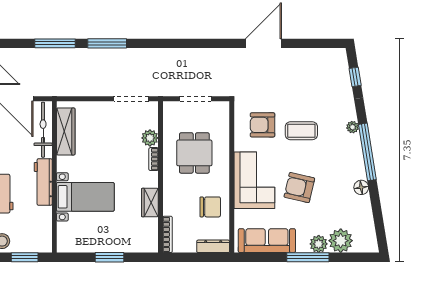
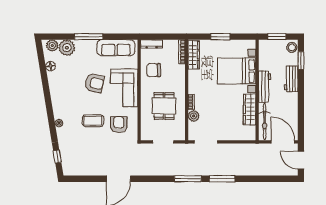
window: (55, 43) -> (188, 179), moved
armchair: (263, 125) -> (119, 125), turned -90
wardrobe: (66, 131) -> (250, 109), moved
window: (367, 152) -> (49, 107), removed
floor lamp: (361, 187) -> (50, 66), moved
bed with nightstands: (85, 197) -> (237, 71), width x1.36
wardrobe: (150, 203) -> (194, 55), moved, width x1.50
plant: (319, 244) -> (52, 46), moved

